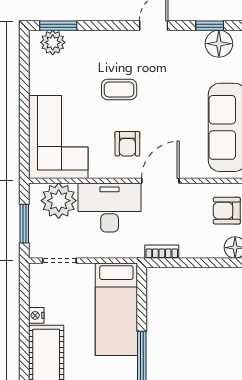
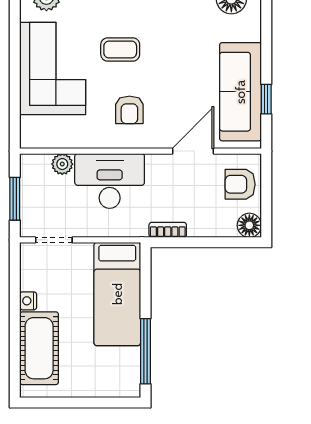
corner sofa: (58, 137) -> (53, 68), moved
door: (160, 181) -> (193, 151), moved
plant: (59, 201) -> (62, 164), width x0.53, depth x0.53

